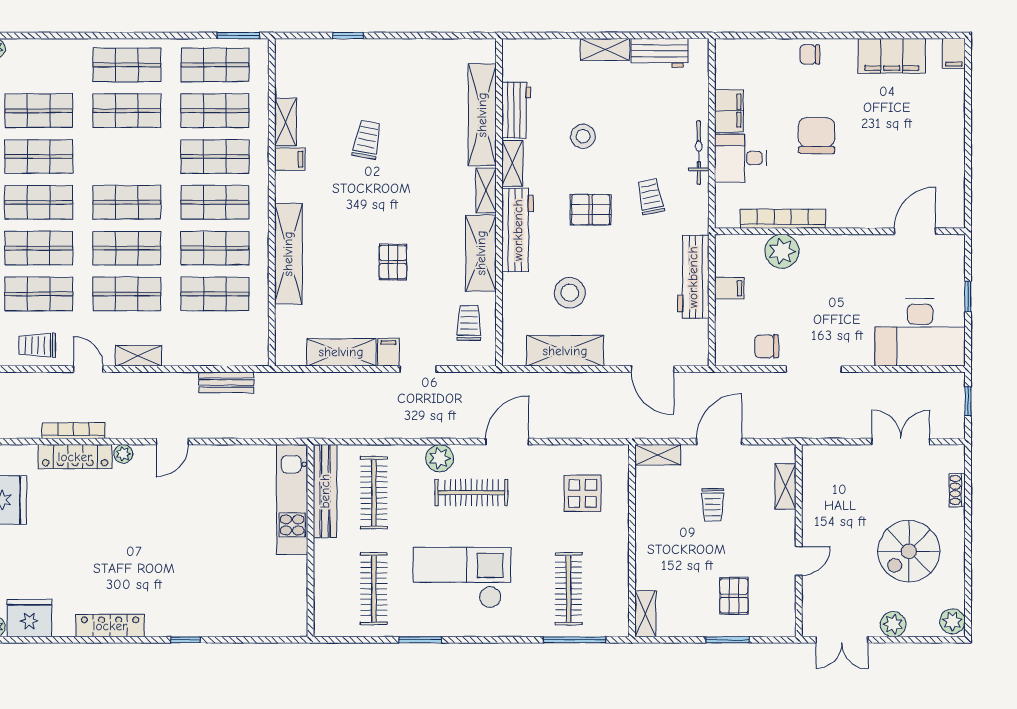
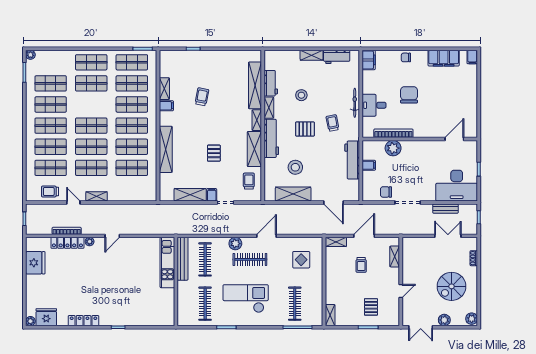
filing cabinet: (729, 111) -> (369, 60), moved
bench: (226, 382) -> (445, 209), moved

